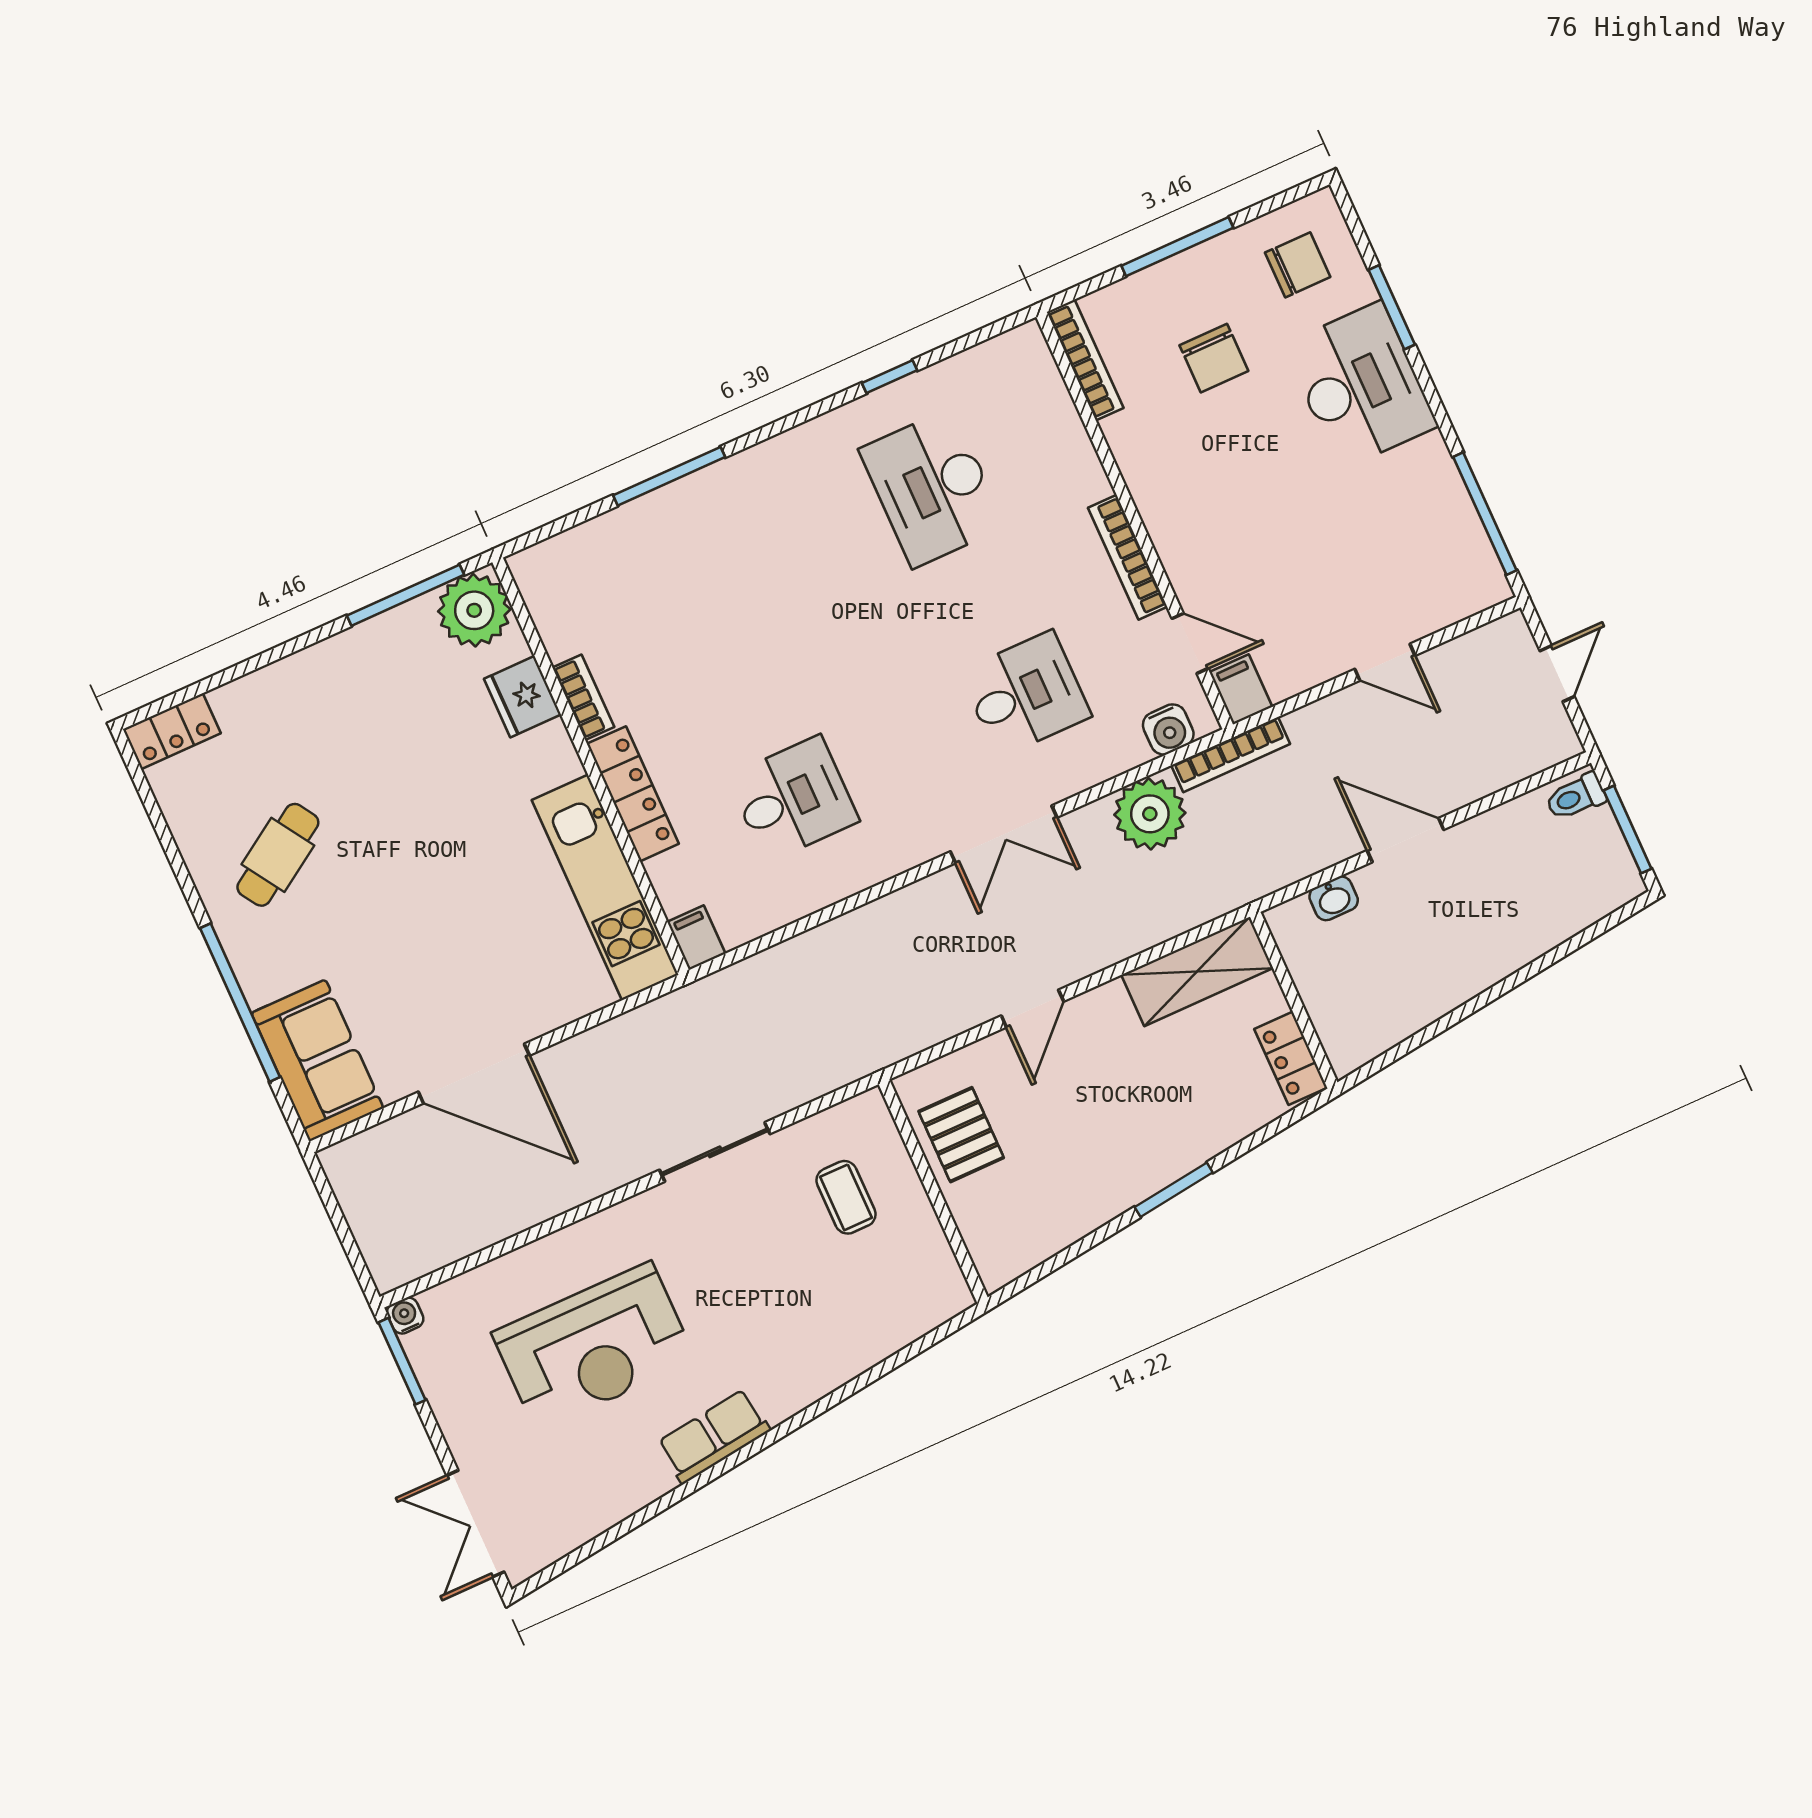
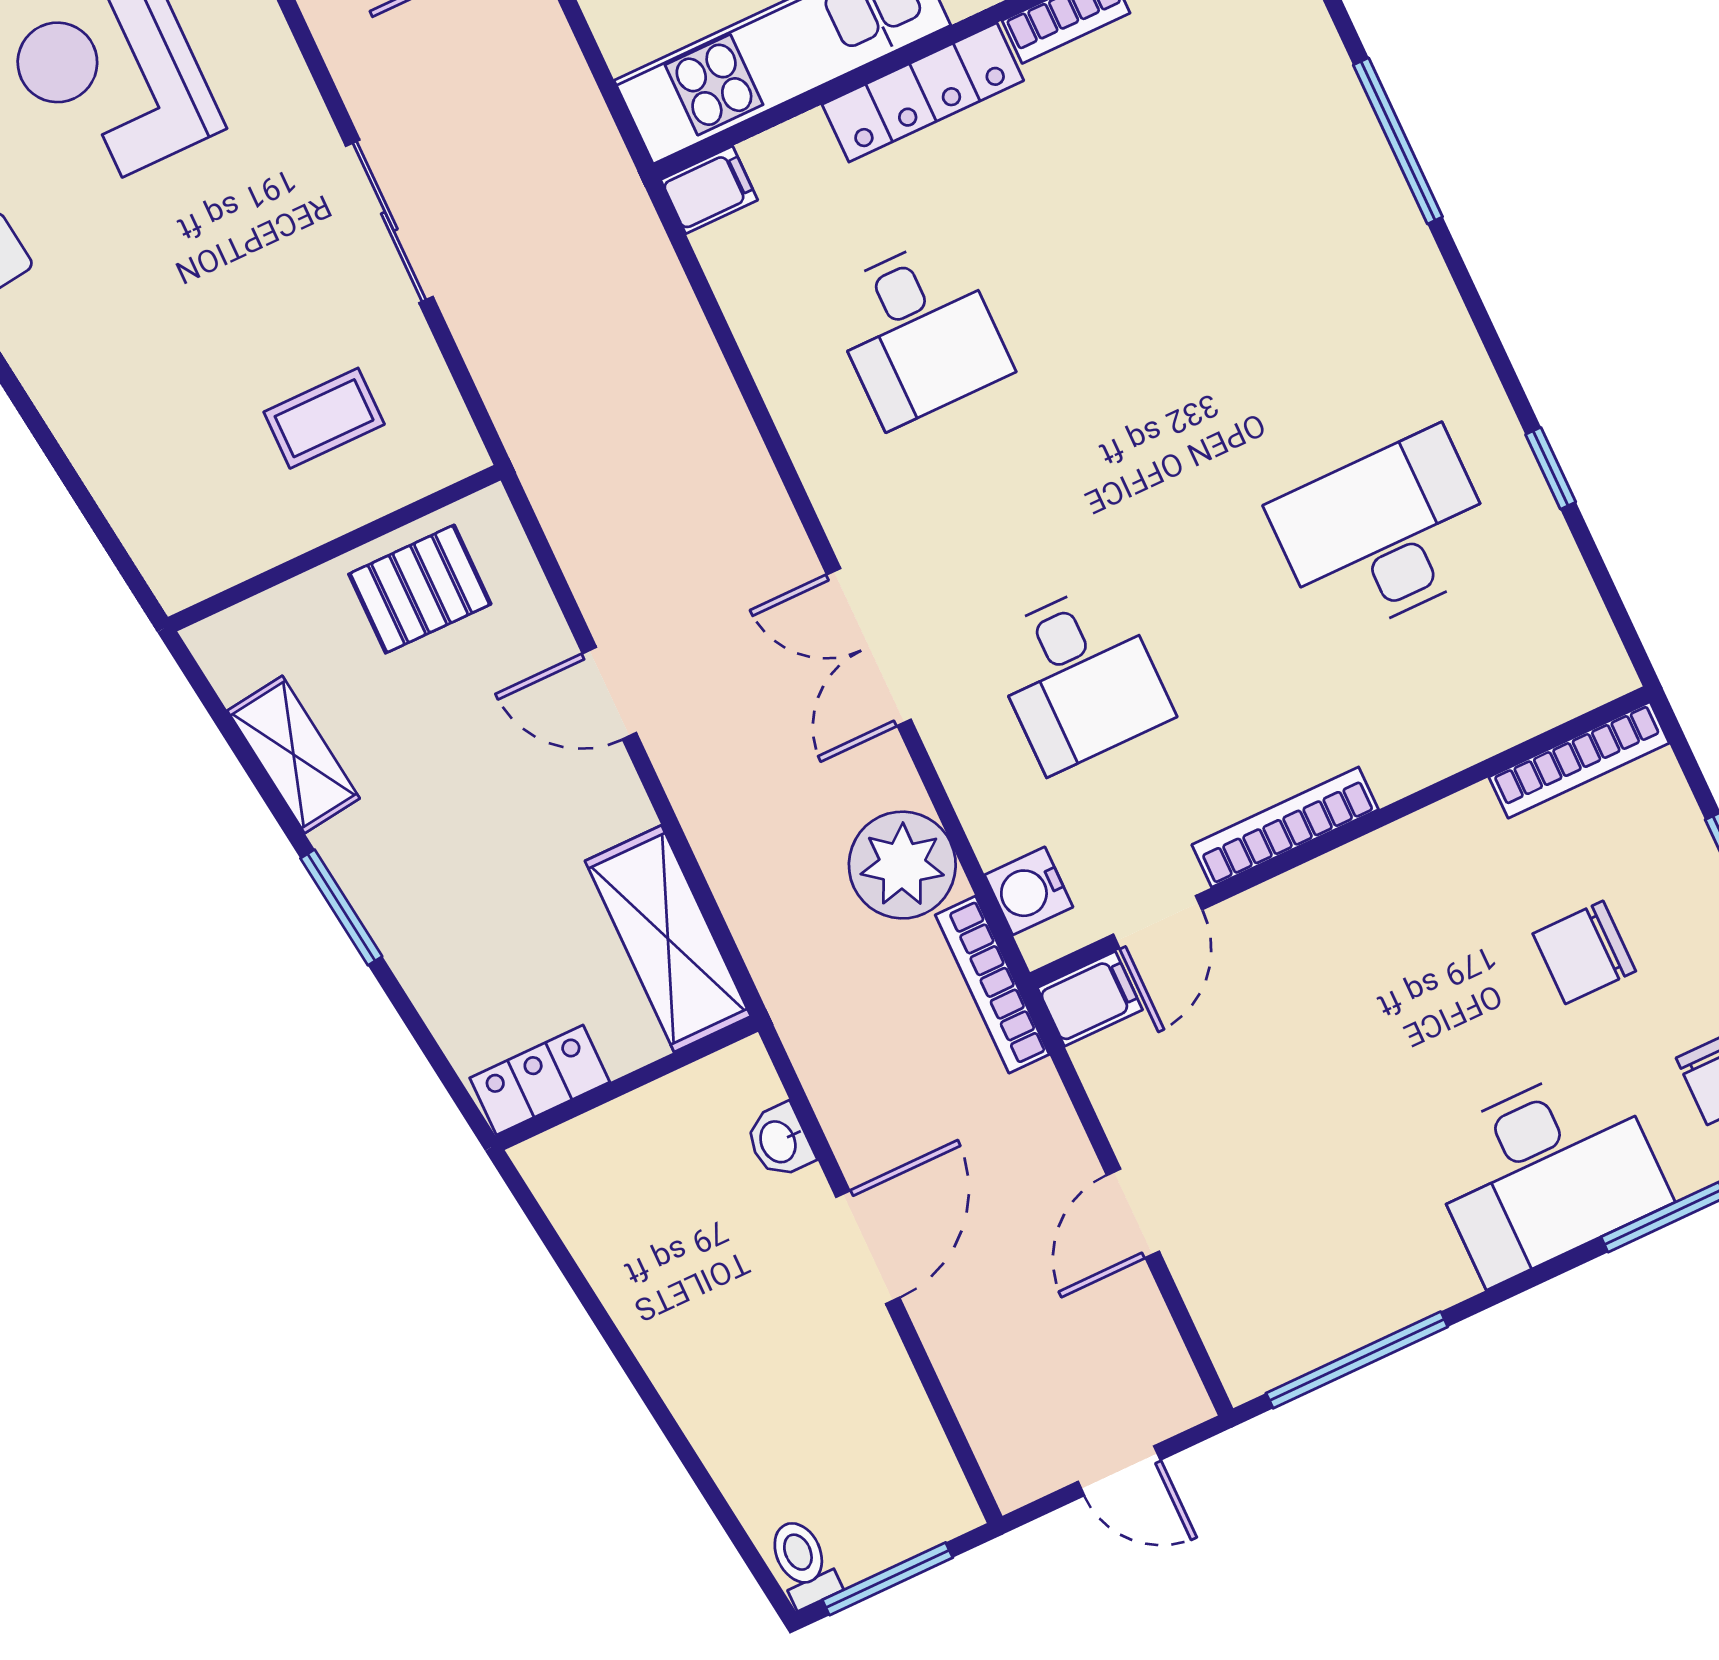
toilet: (1576, 797) -> (803, 1563), moved
shelving: (1071, 1221) -> (293, 755), added

